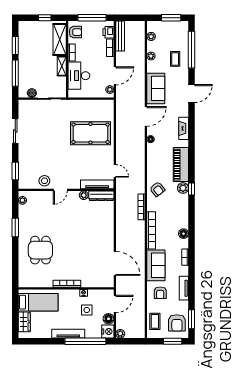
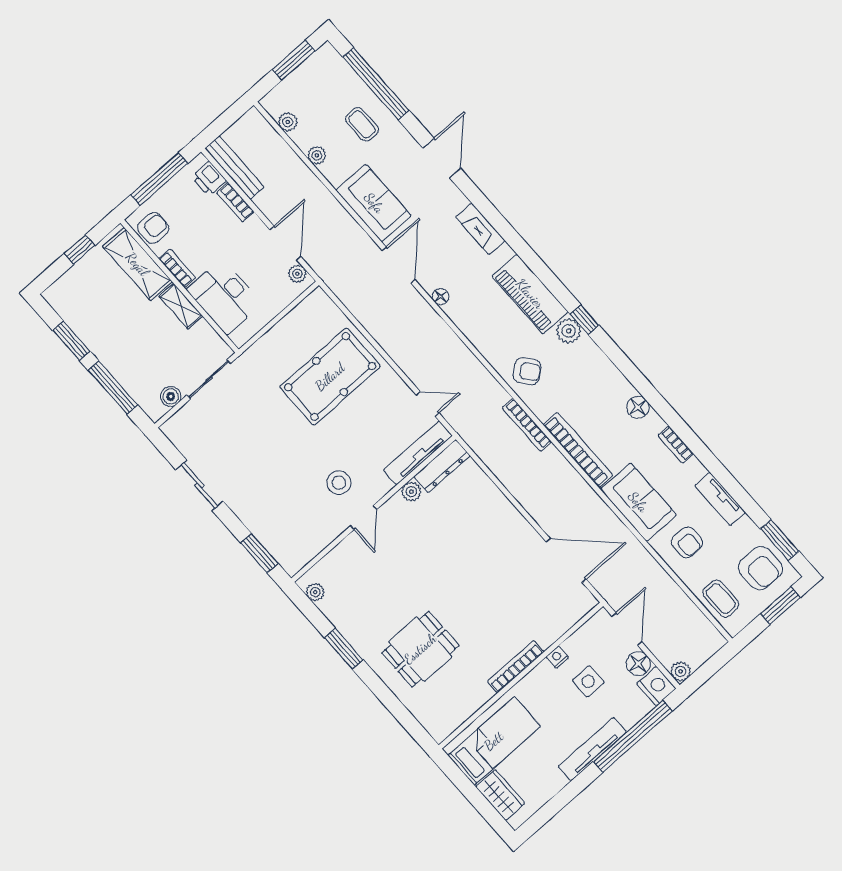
stool: (44, 181) -> (339, 483), moved
dining table: (40, 250) -> (420, 649), turned 90

